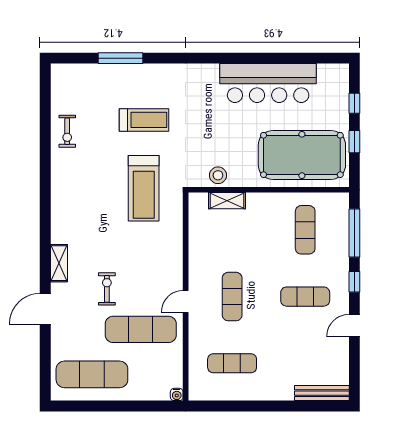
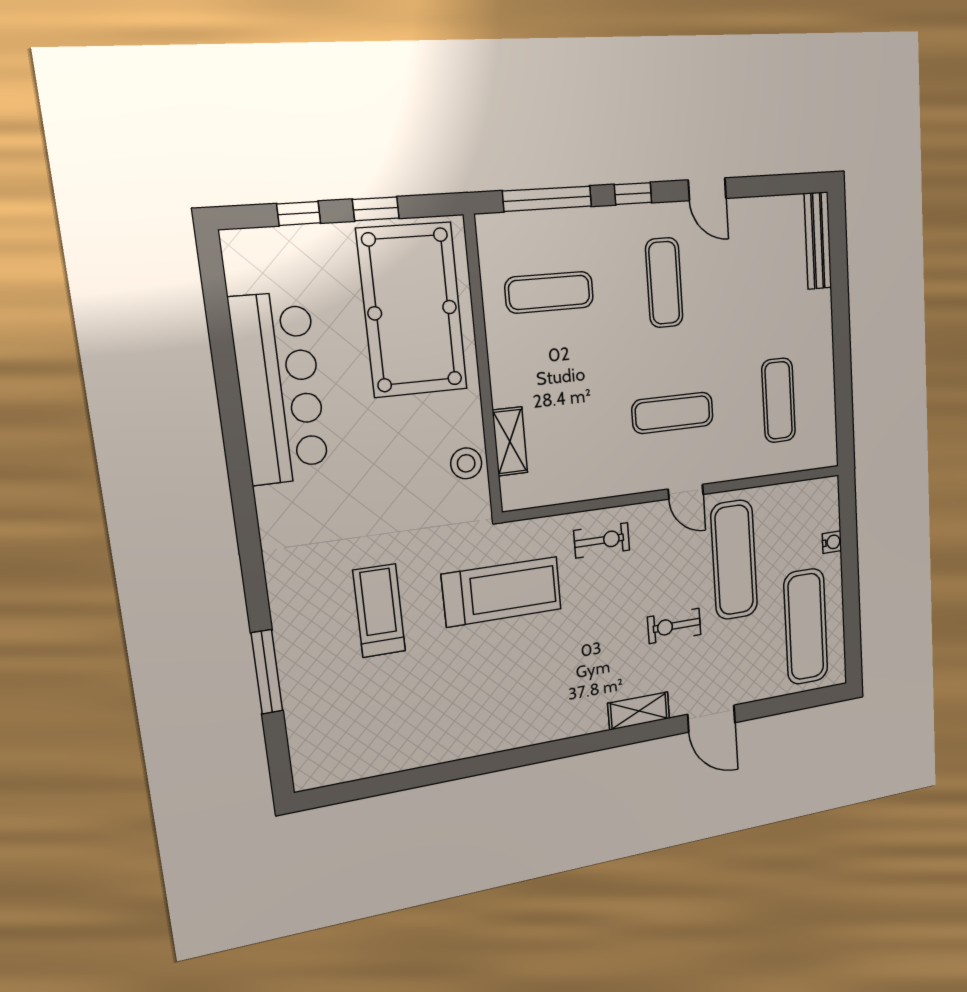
exercise bike: (67, 131) -> (602, 540), moved
water cooler: (177, 394) -> (832, 542), moved

